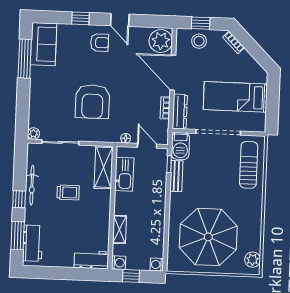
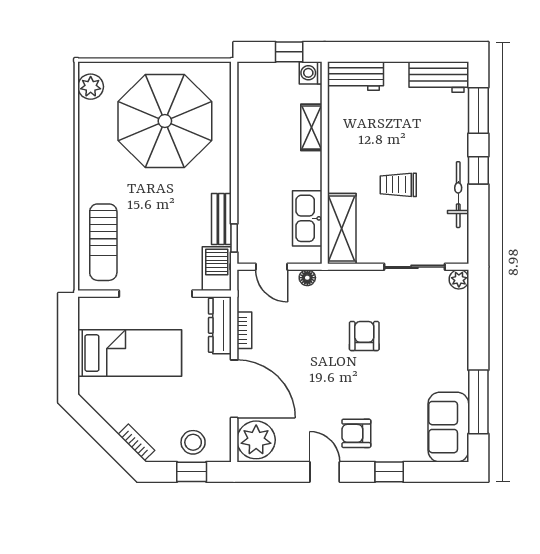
armchair: (92, 101) -> (364, 336), width x0.53, depth x0.53
workbench: (33, 243) -> (439, 77), moved, turned -90
washing machine: (157, 265) -> (248, 72), removed

